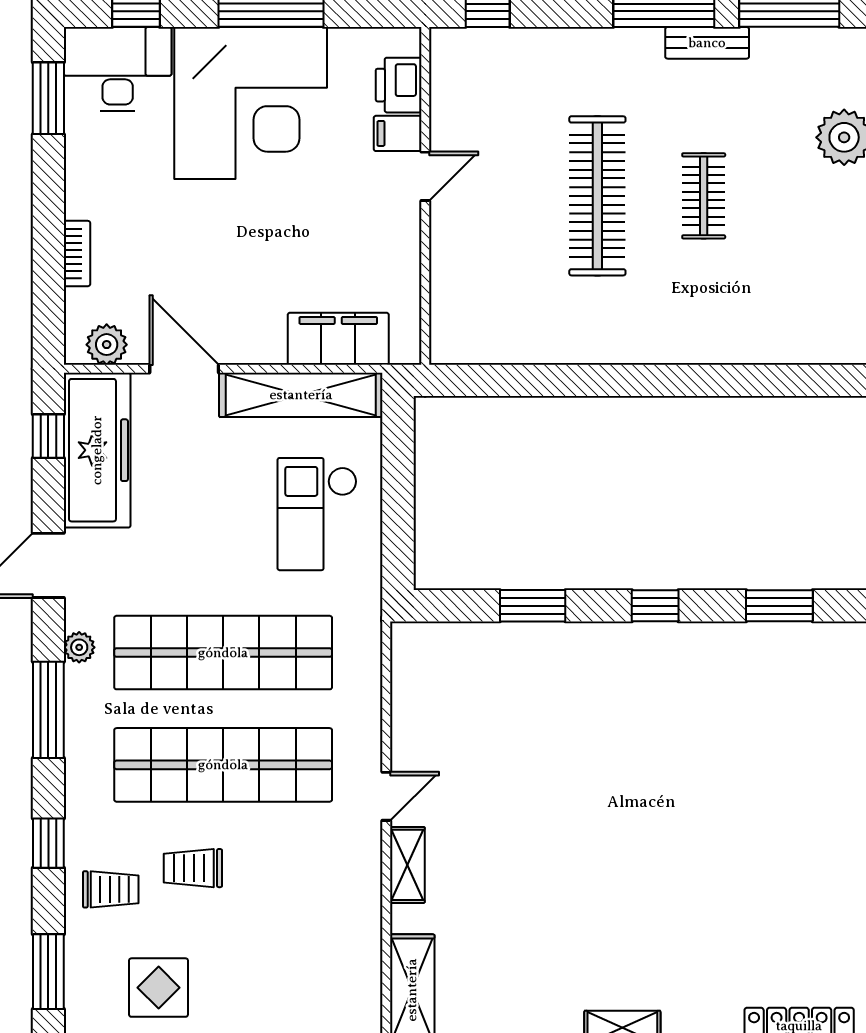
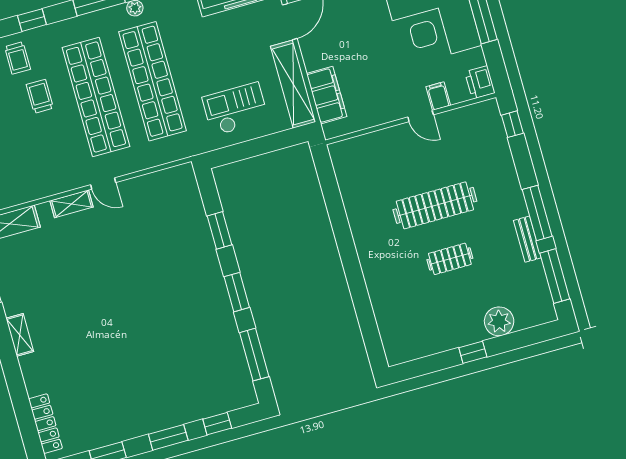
printer: (399, 85) -> (480, 82), moved, turned -90
window: (655, 606) -> (237, 292), width x1.50
window: (779, 606) -> (254, 355), width x1.44

